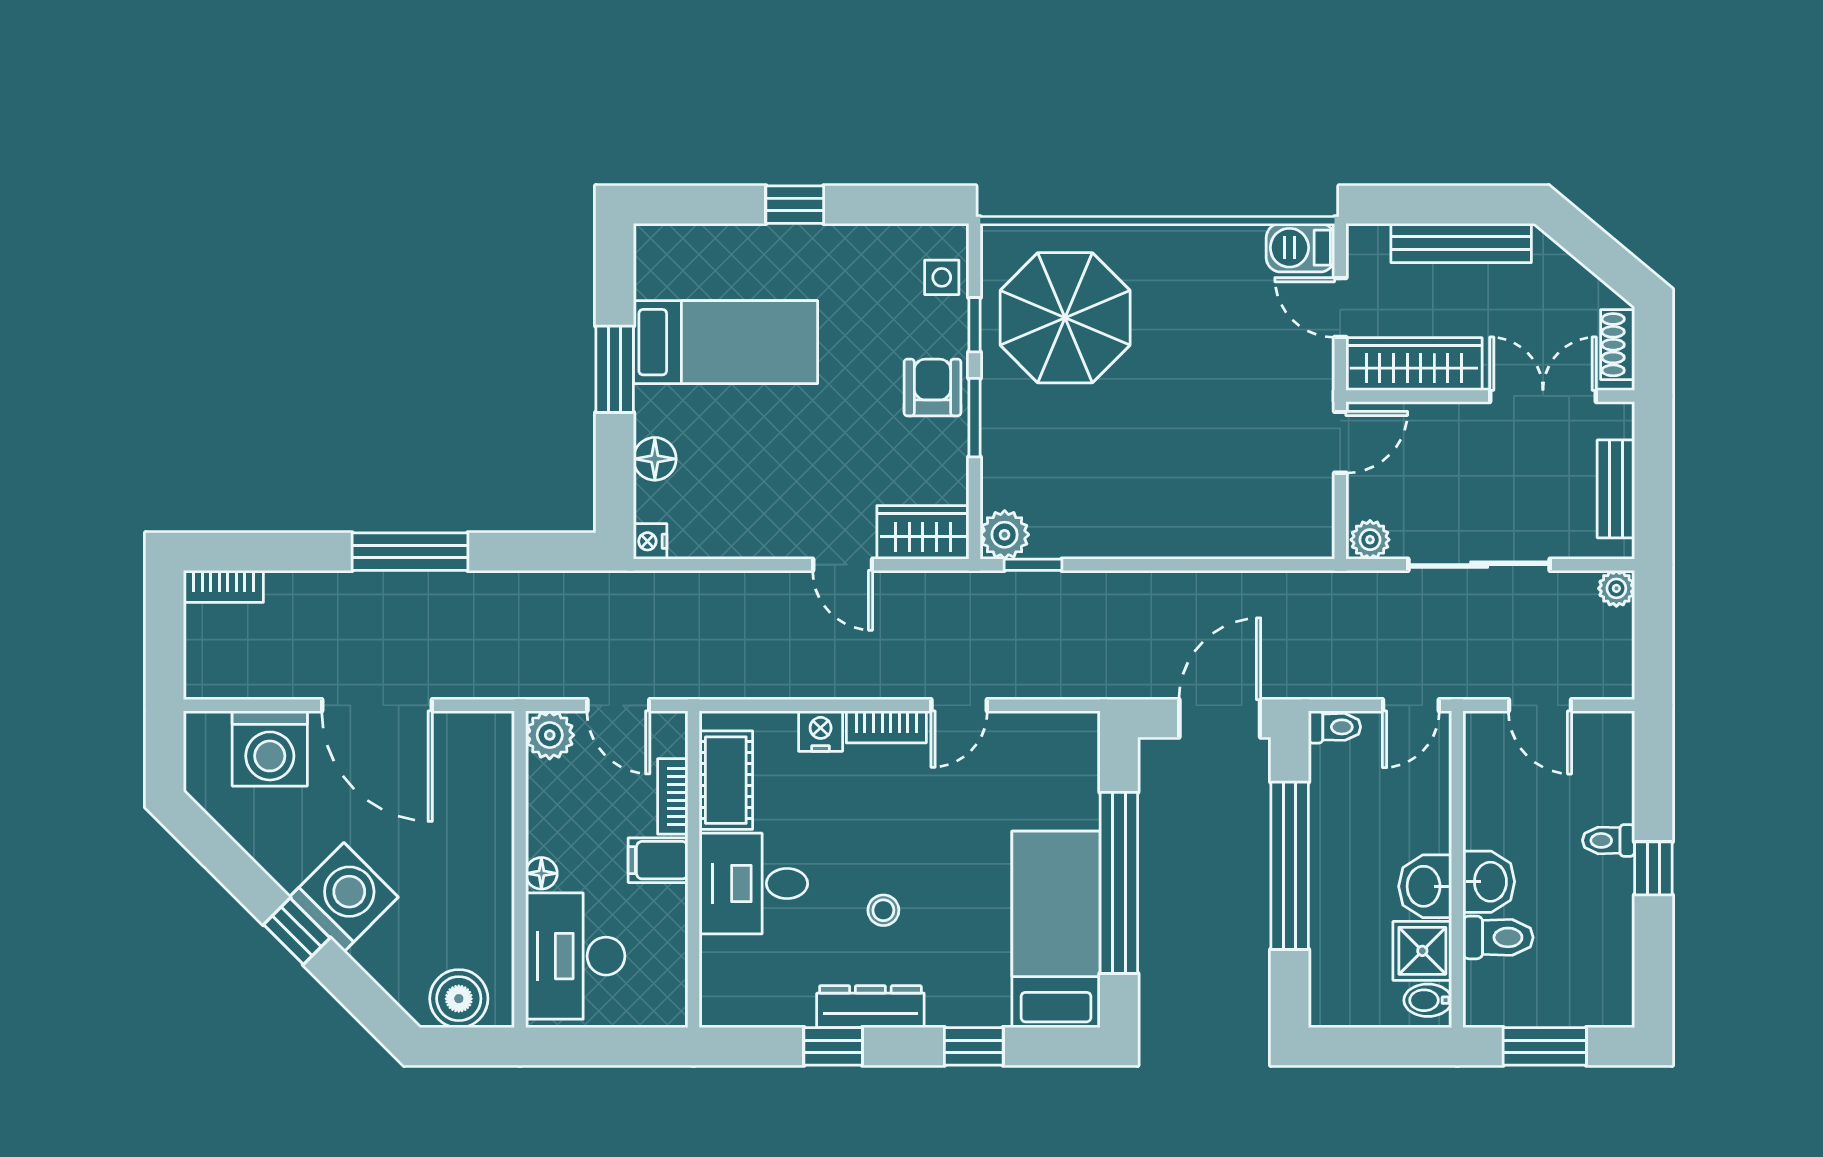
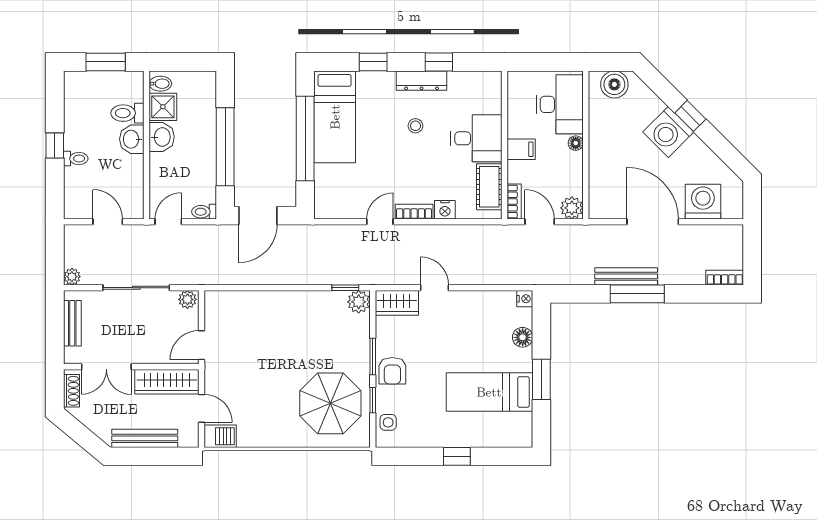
bench: (434, 589) -> (626, 276), added
bookcase: (673, 796) -> (514, 202), moved

